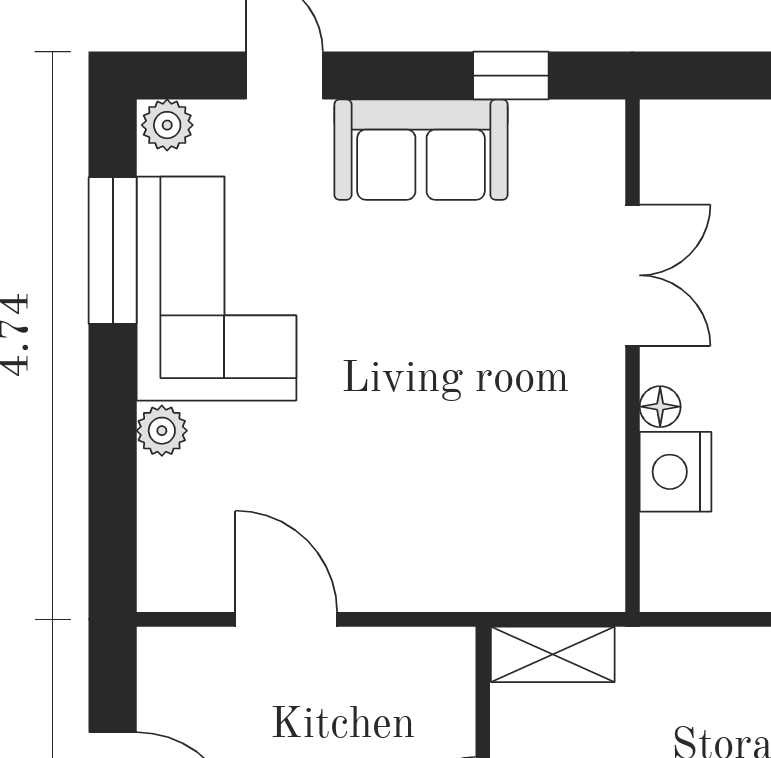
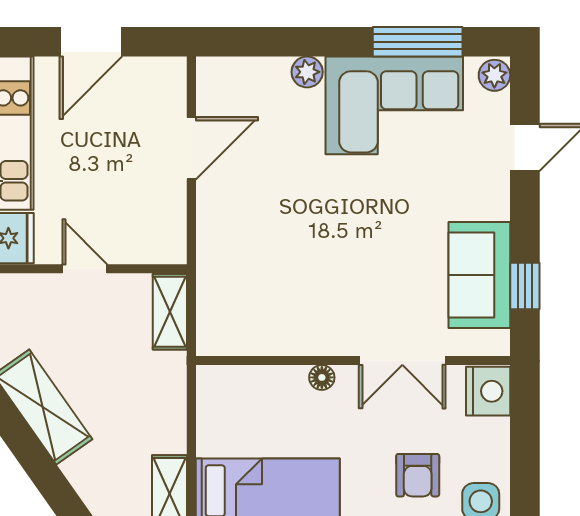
sofa: (421, 150) -> (479, 275), moved
nightstand: (675, 472) -> (488, 391), moved, turned 90

